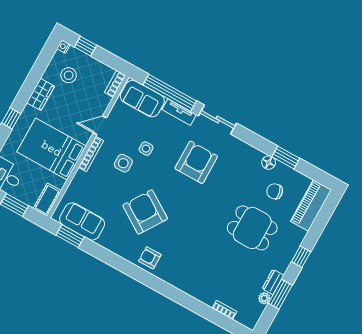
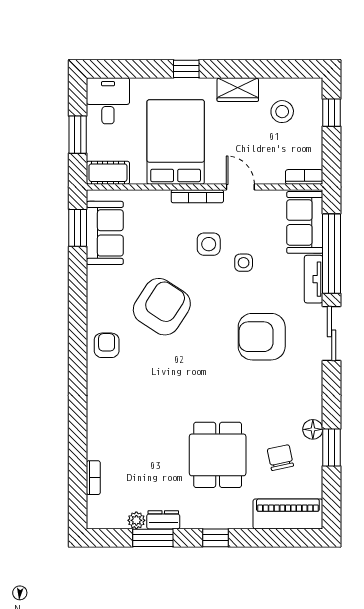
nightstand: (64, 47) -> (315, 85), removed
armchair: (196, 162) -> (262, 337), turned 180

